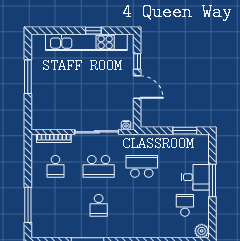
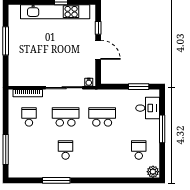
school desk: (55, 166) -> (29, 117), turned 180
school desk: (99, 166) -> (66, 117), turned 180
desk: (195, 177) -> (148, 108), moved
school desk: (99, 205) -> (66, 150), turned 180

